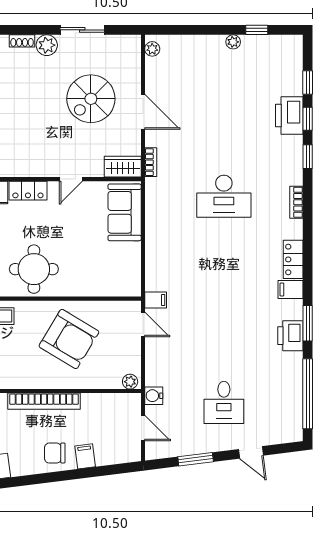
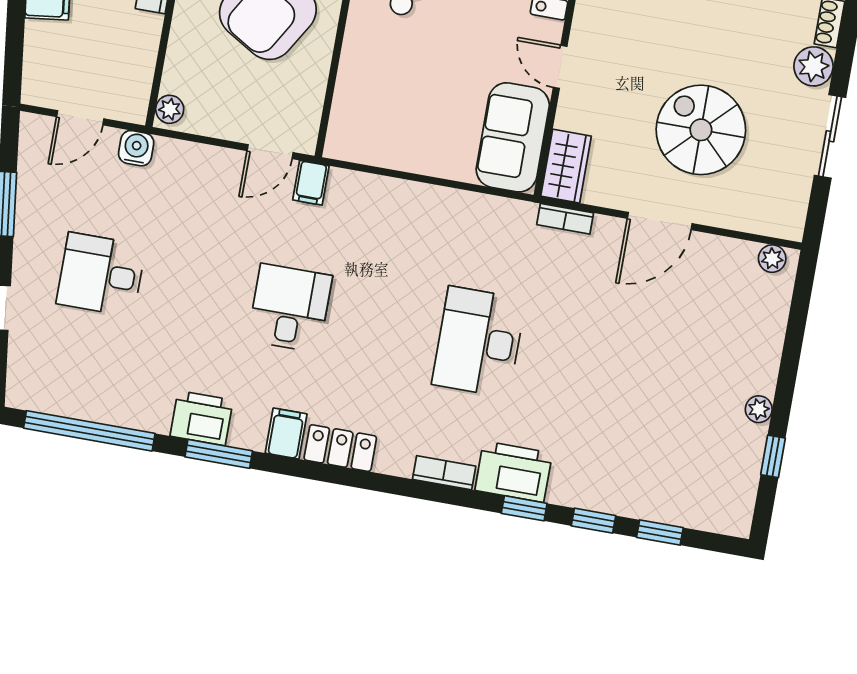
printer: (289, 116) -> (514, 472), moved
sofa: (125, 212) -> (513, 137), moved, turned -90
desk: (224, 299) -> (290, 308), added

